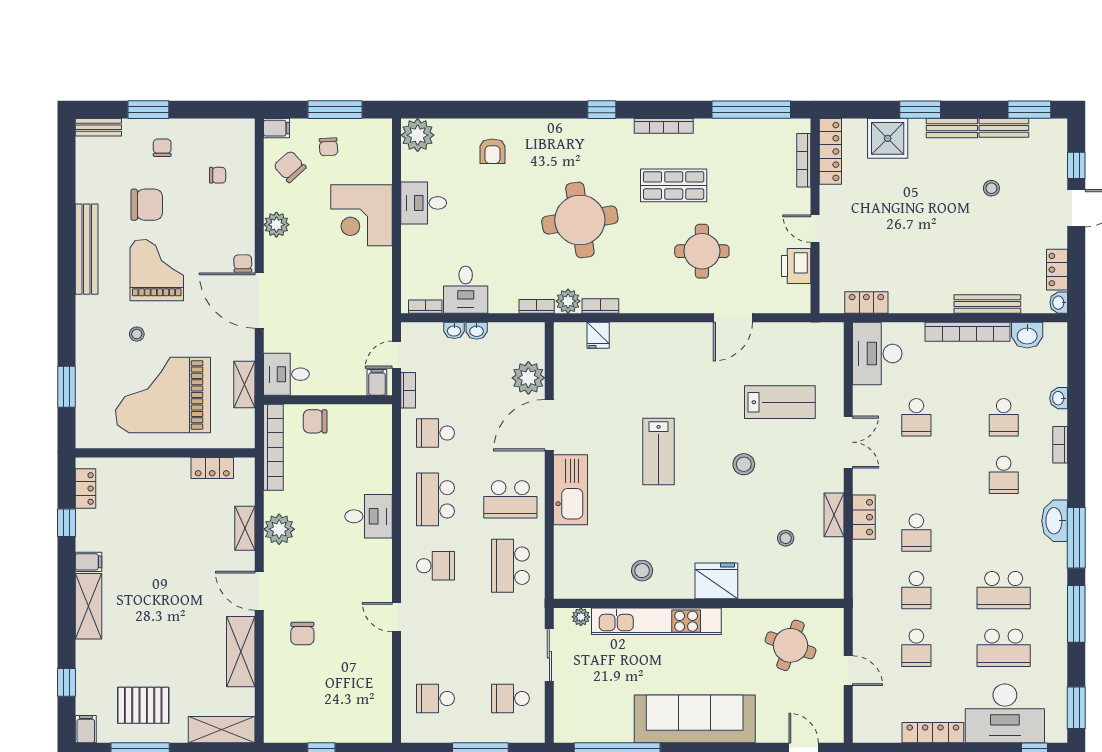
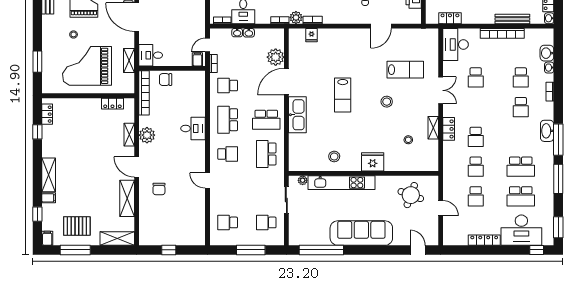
washbasin: (1027, 335) -> (547, 53), moved, turned 90
filing cabinet: (89, 562) -> (49, 198), moved

